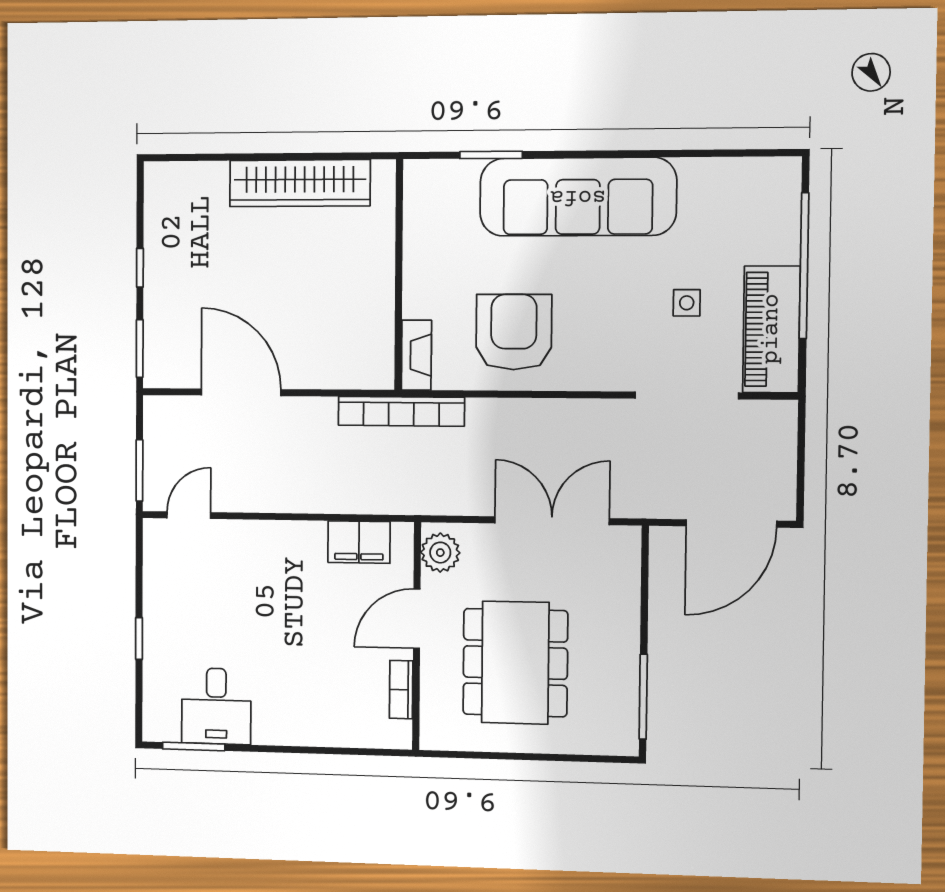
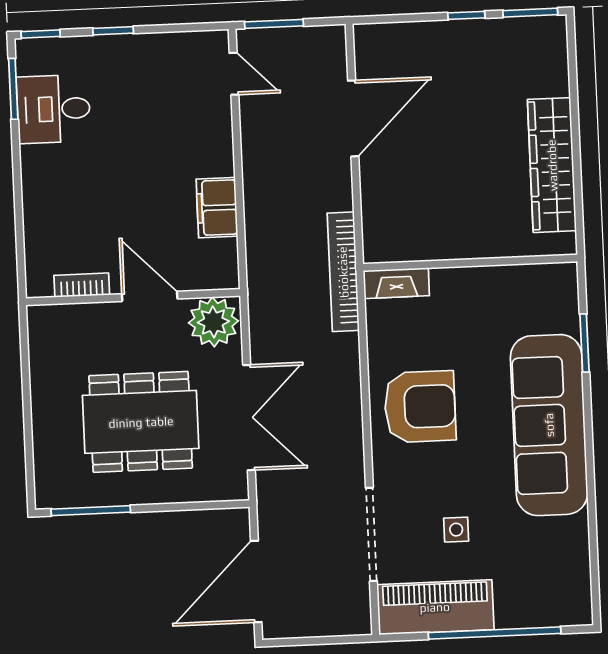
armchair: (514, 332) -> (420, 407), moved
window: (140, 349) -> (530, 13), moved
door: (731, 523) -> (256, 582), hinge flipped
filing cabinet: (359, 542) -> (217, 208), moved
plant: (440, 553) -> (213, 322), width x1.36, depth x1.36
dining table: (515, 663) -> (141, 422), moved
window: (139, 714) -> (41, 34), added

